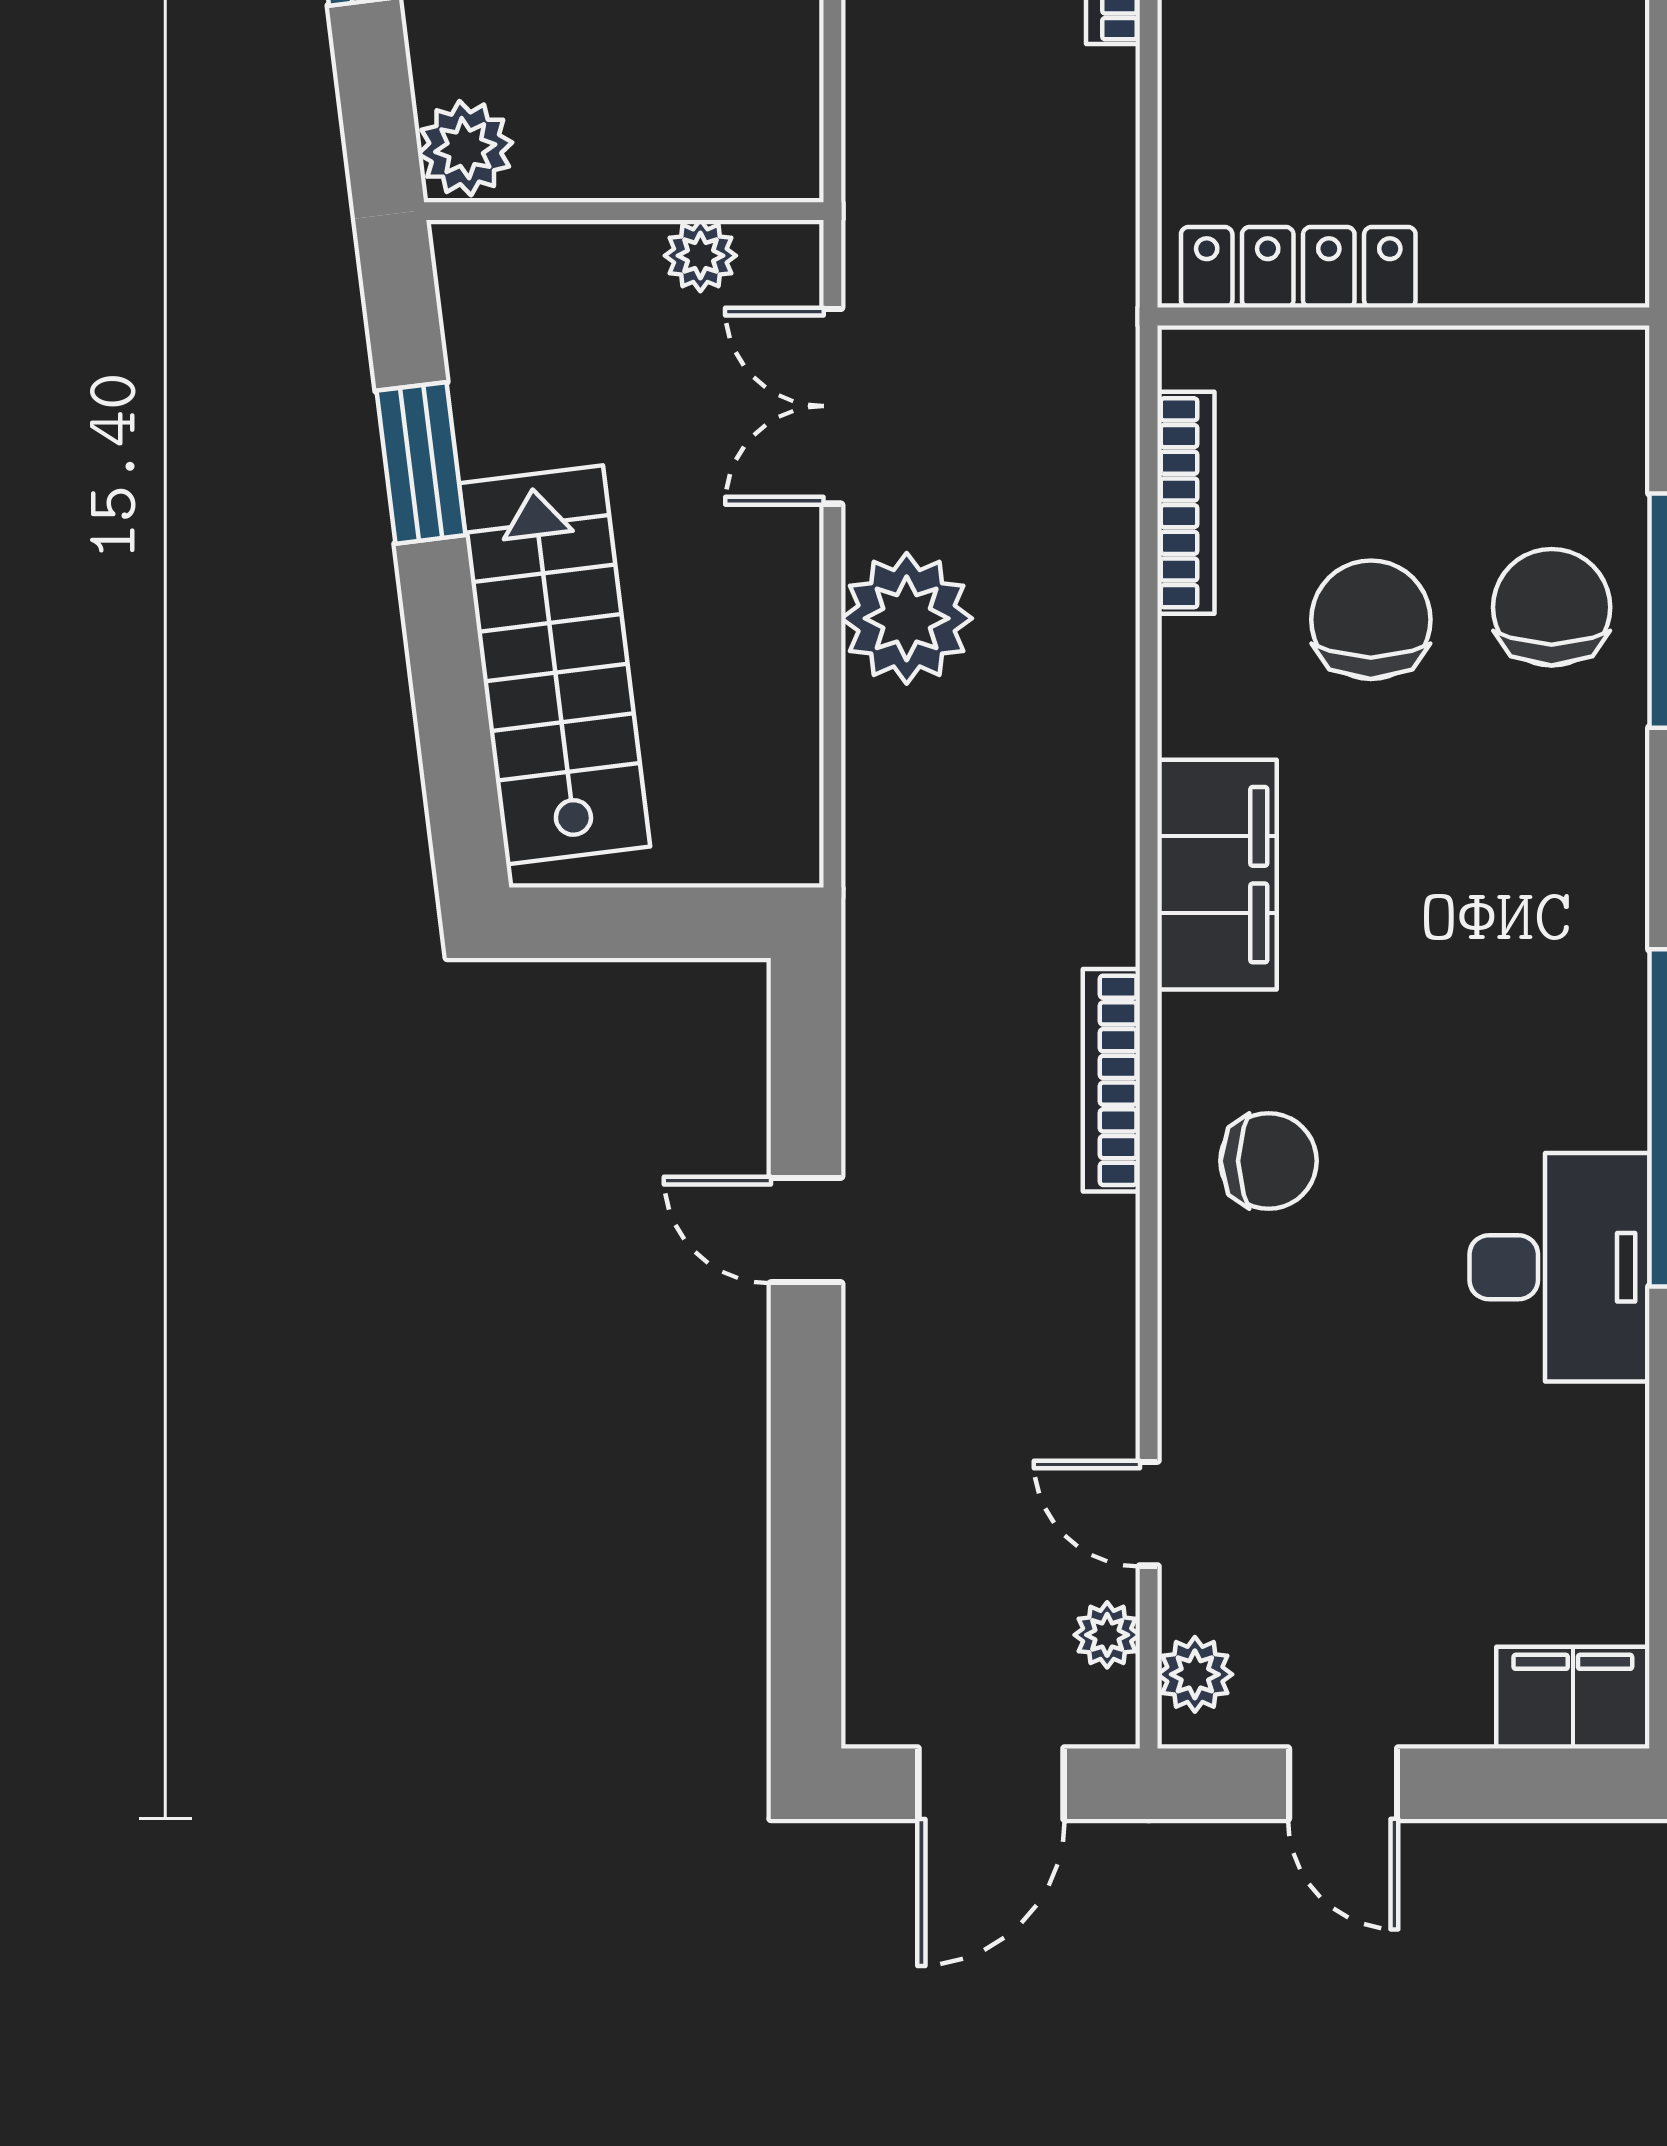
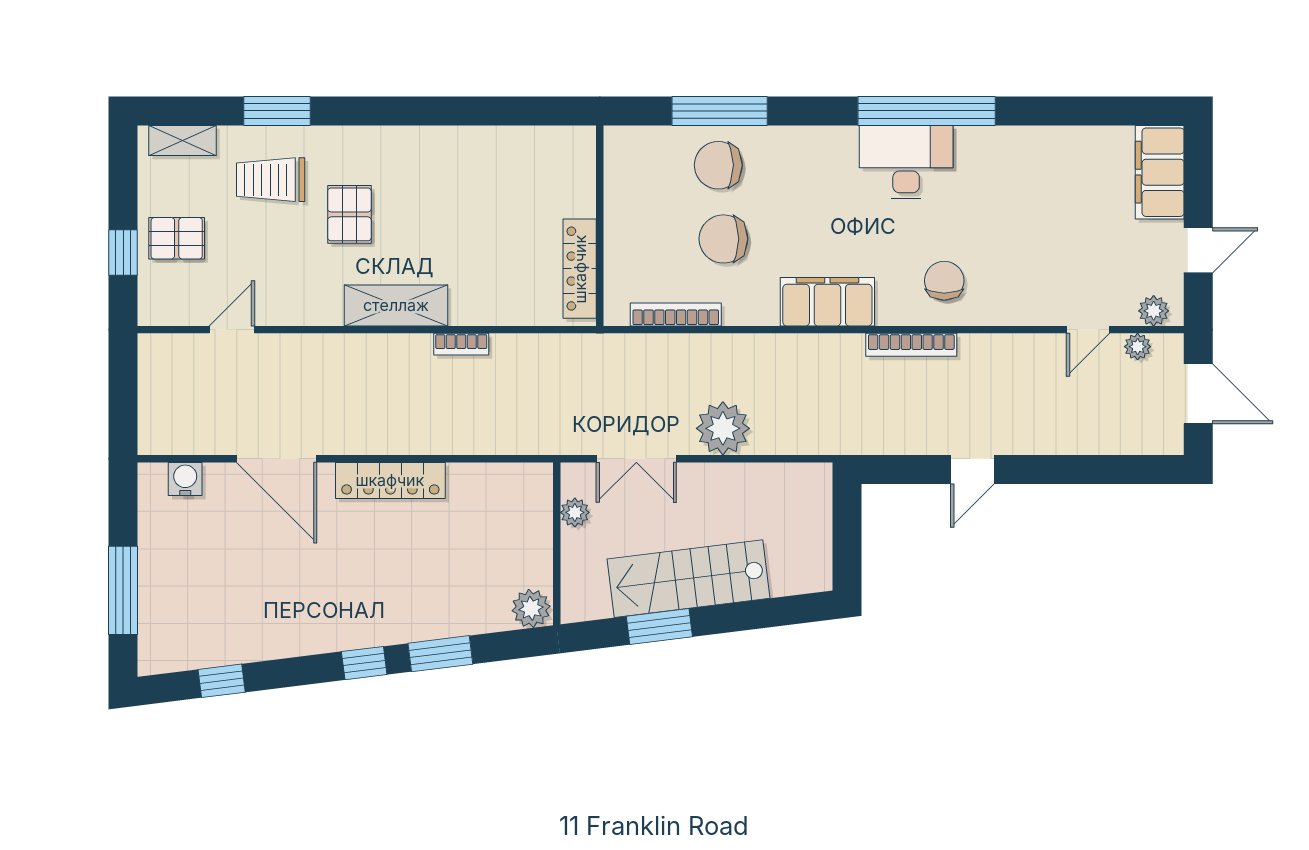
stairs: (555, 665) -> (689, 579), moved
desk: (1559, 1267) -> (906, 162), moved
filing cabinet: (1573, 1698) -> (1160, 172), width x1.50, depth x1.17

